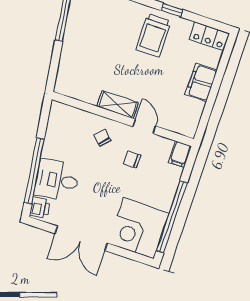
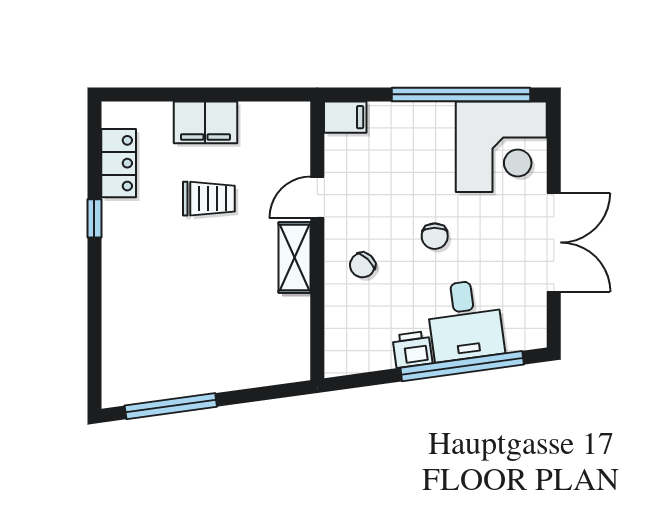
trolley: (153, 35) -> (209, 199), moved, width x0.73, depth x0.72
locker: (209, 36) -> (119, 163), moved
chair: (132, 160) -> (435, 236), moved
printer: (40, 208) -> (412, 349), moved

